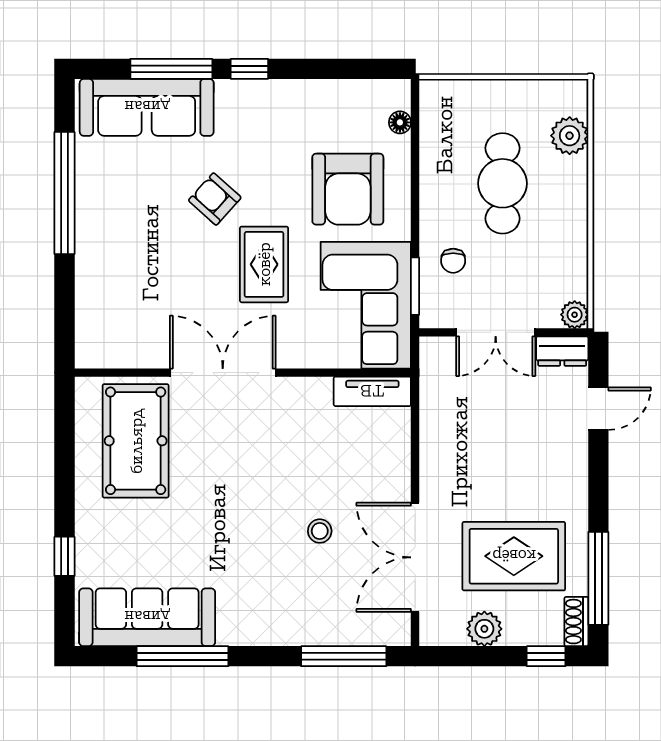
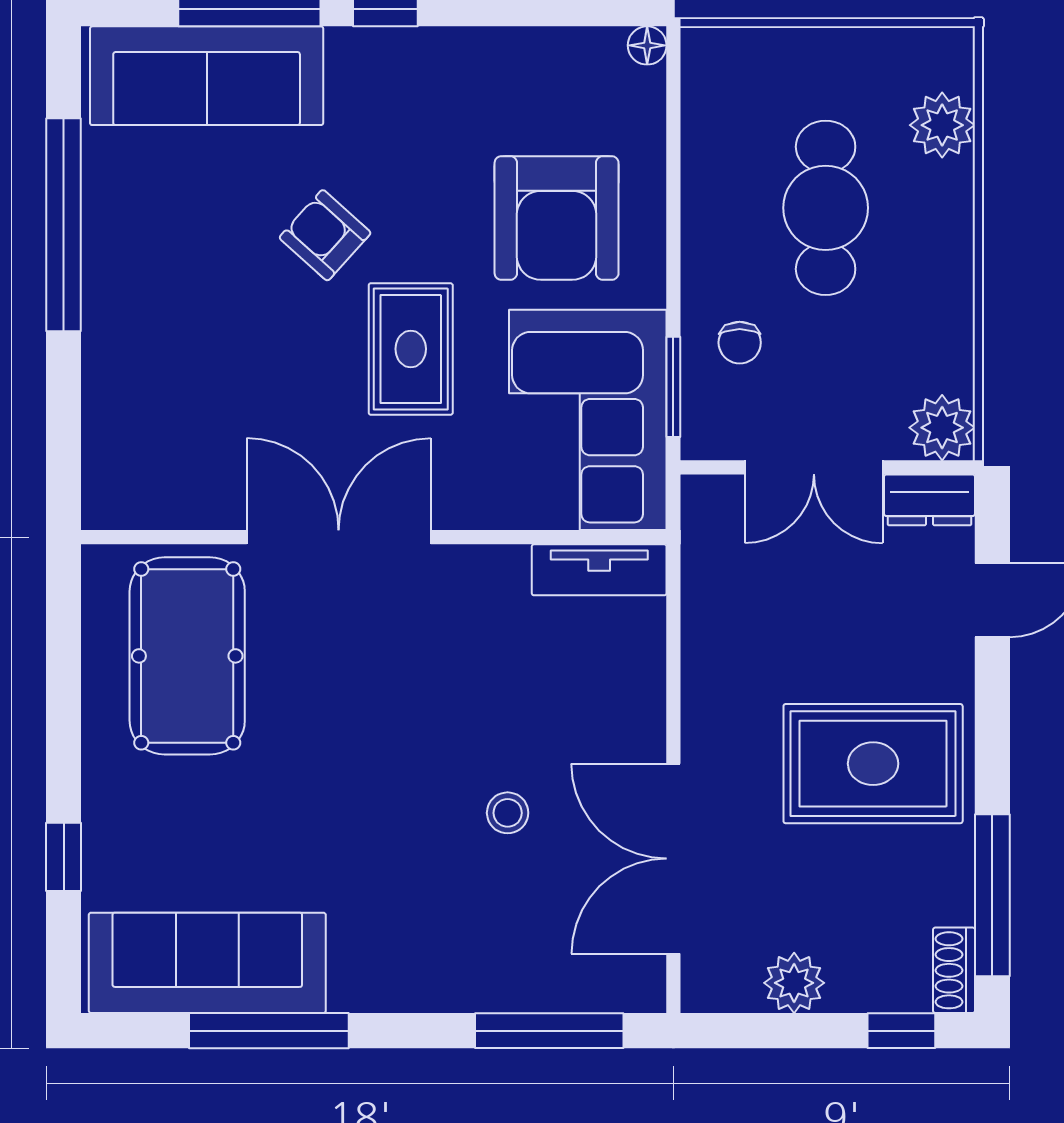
floor lamp: (400, 122) -> (647, 45), moved
plant: (575, 315) -> (942, 428), width x1.38, depth x1.38
rug: (514, 556) -> (873, 764), moved

